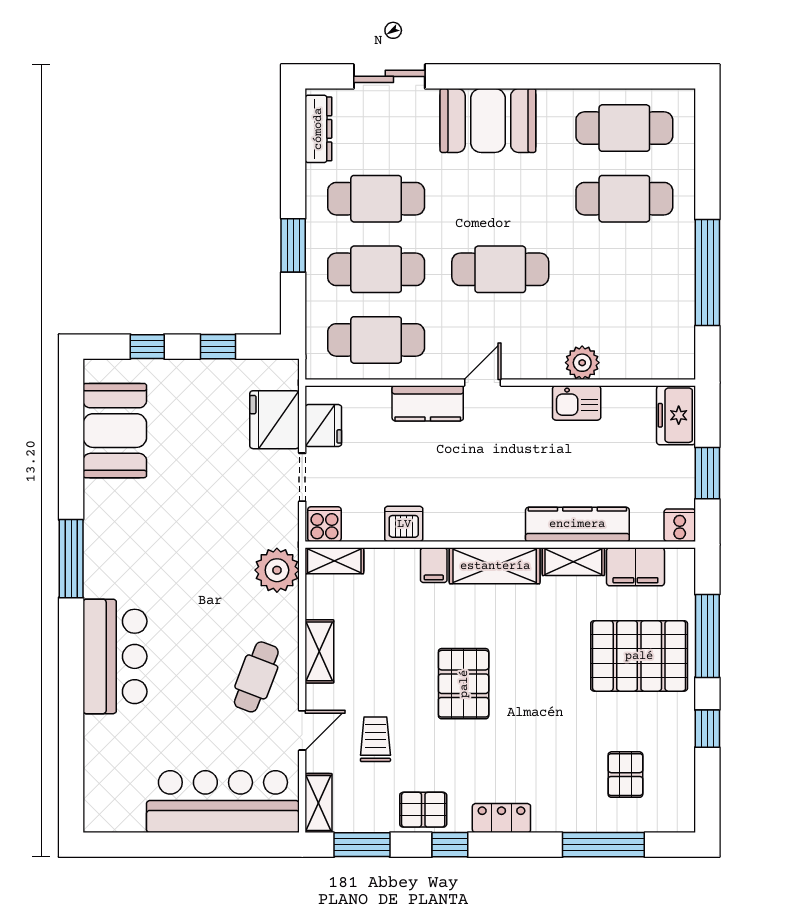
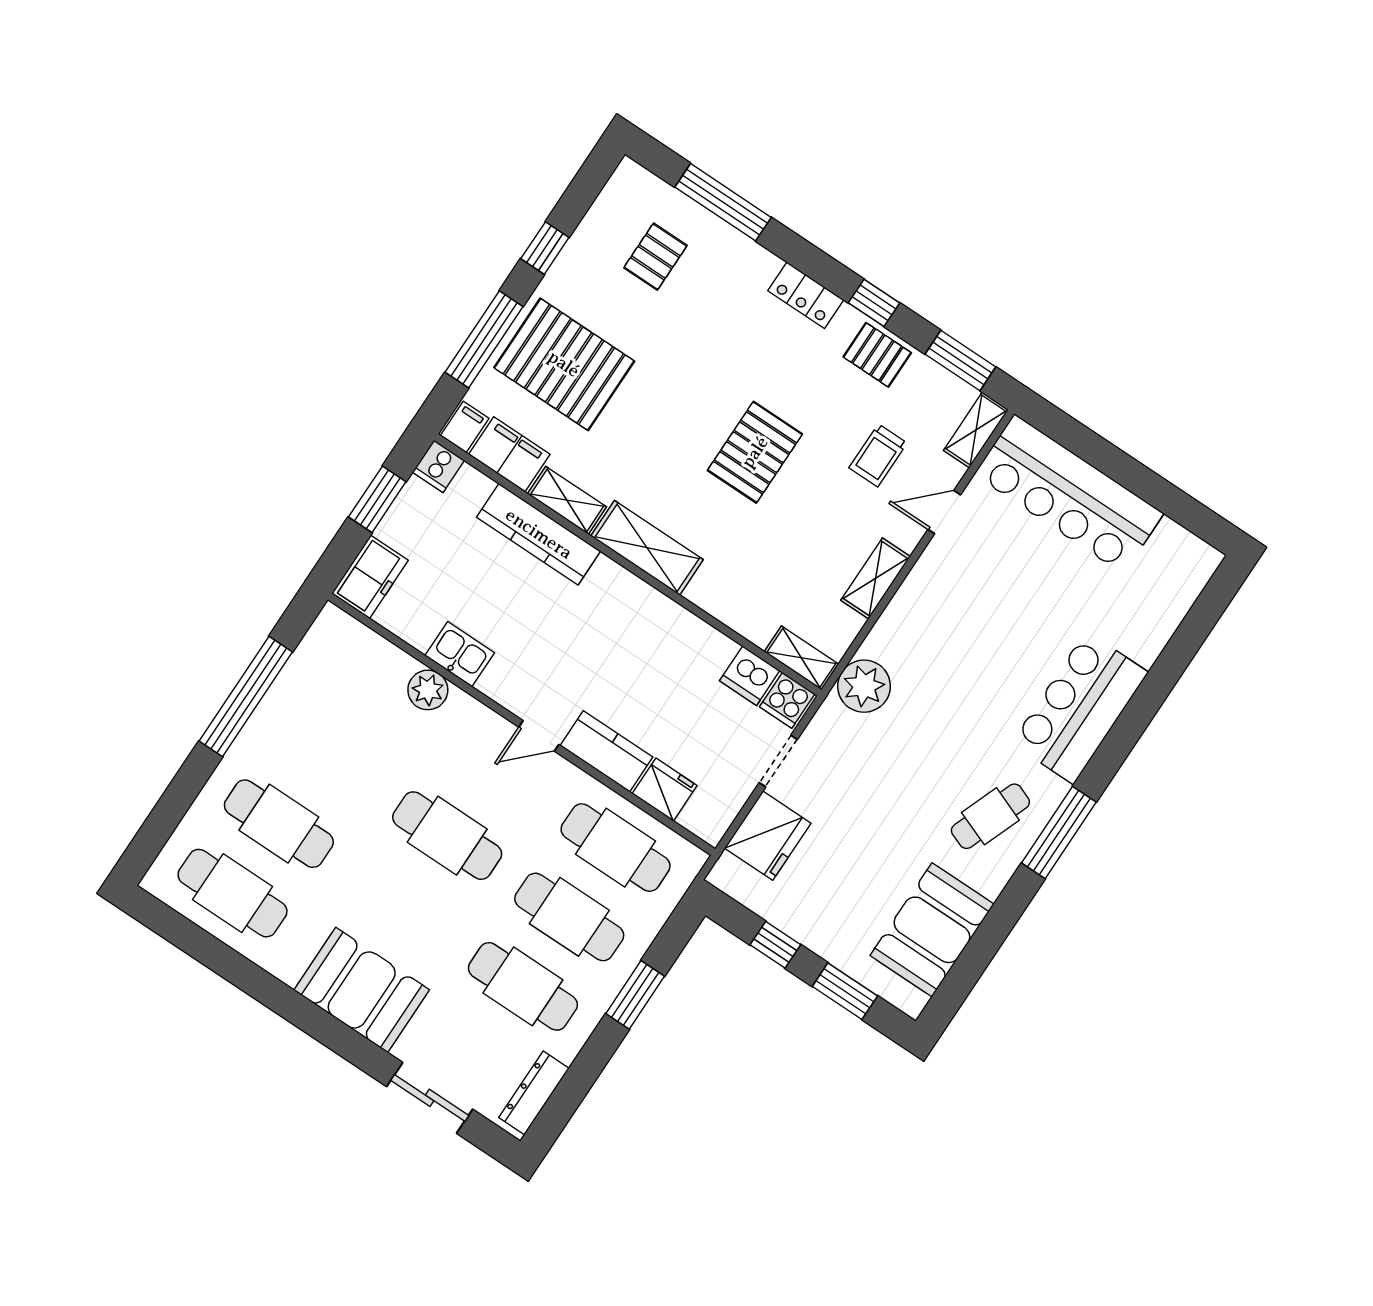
window: (147, 347) -> (845, 991), width x1.50
fridge: (323, 426) -> (665, 790), moved, turned 90
dishwasher: (404, 524) -> (750, 676), moved
filing cabinet: (434, 565) -> (465, 427), moved
cafe table: (256, 677) -> (990, 816), moved

